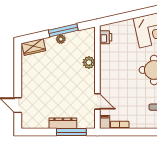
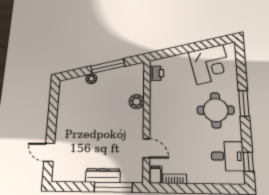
plant: (61, 39) -> (91, 79), moved
wardrobe: (34, 47) -> (73, 85), removed

